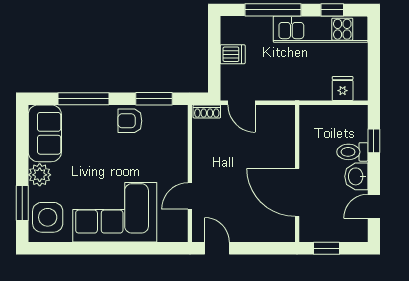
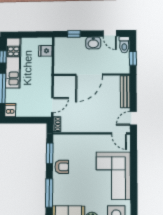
dishwasher: (233, 54) -> (10, 110), moved
armchair: (130, 121) -> (62, 167), turned -90
toilet: (352, 152) -> (124, 45), moved
door: (297, 192) -> (89, 75), moved
door: (190, 196) -> (119, 133), moved
bench: (266, 234) -> (125, 92), added

